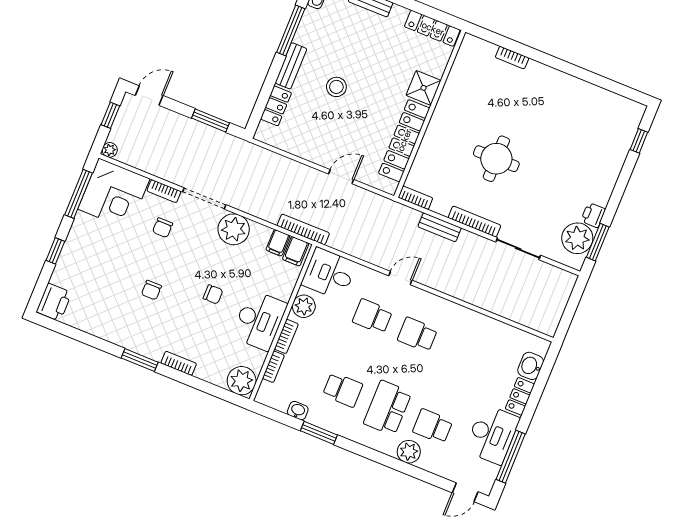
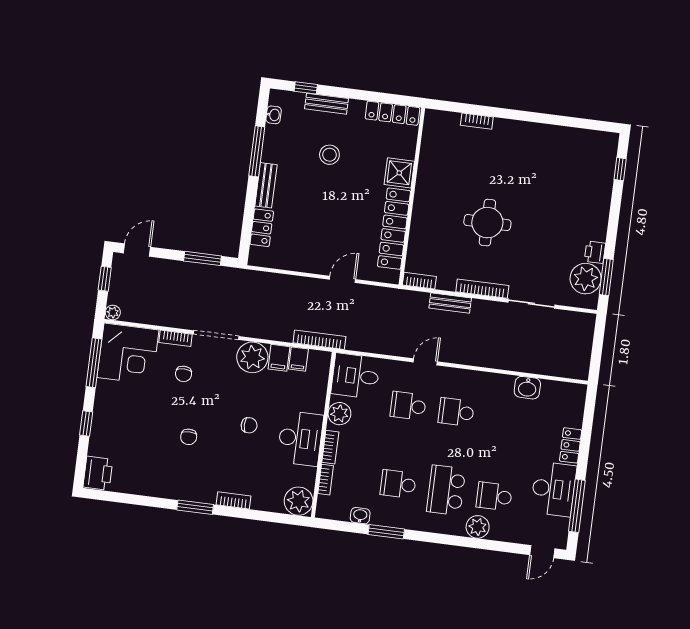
stool: (336, 87) -> (329, 155), moved
filing cabinet: (296, 251) -> (279, 358), moved
washbasin: (531, 366) -> (527, 388), moved, turned -90
school desk: (343, 390) -> (398, 484), turned 180

